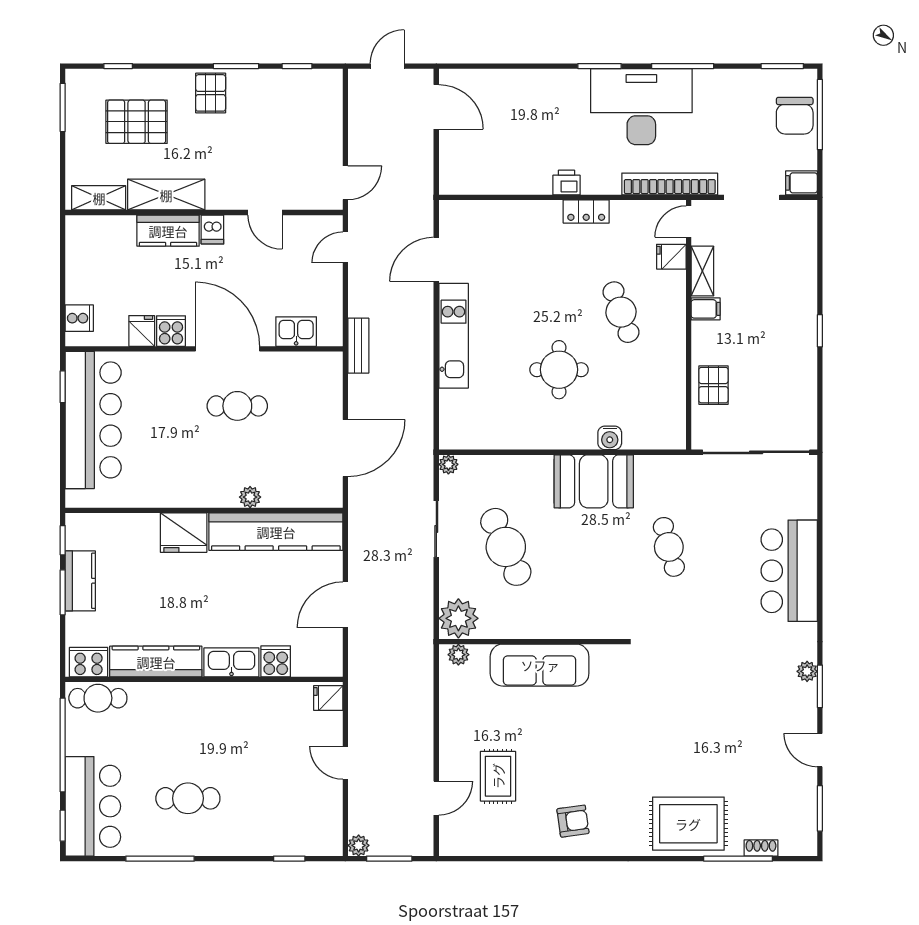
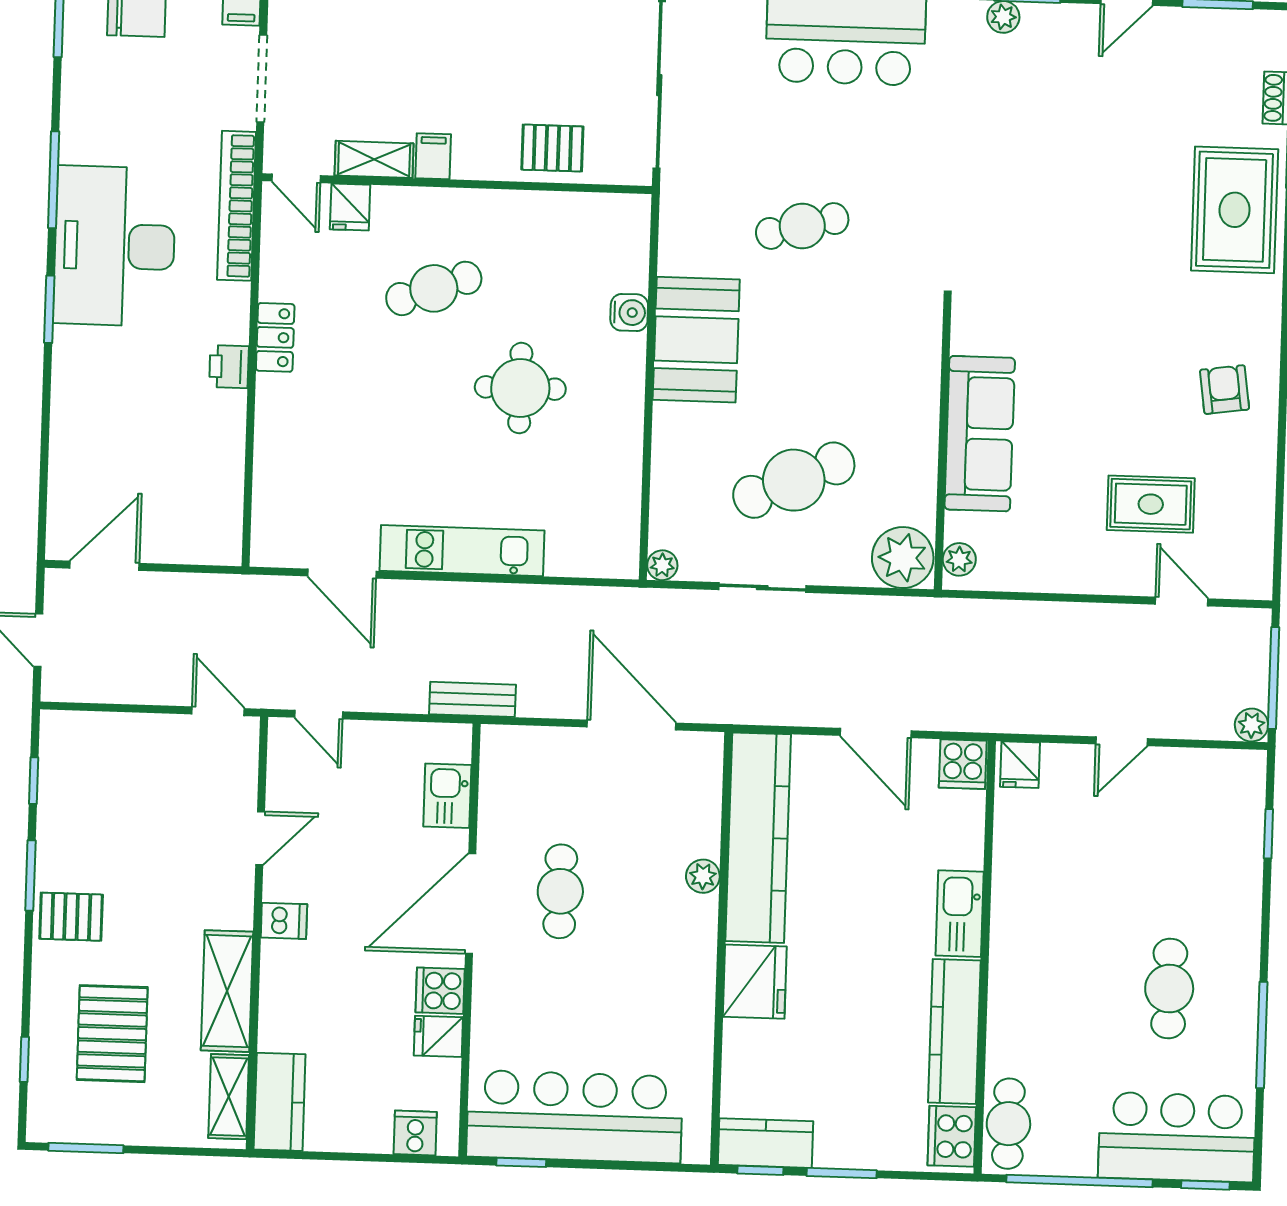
kitchen counter: (168, 231) -> (280, 1102), moved
kitchen counter: (80, 581) -> (766, 1143), moved
cooker: (276, 661) -> (963, 764), moved, turned -90
window: (389, 859) -> (1274, 678), width x1.44

